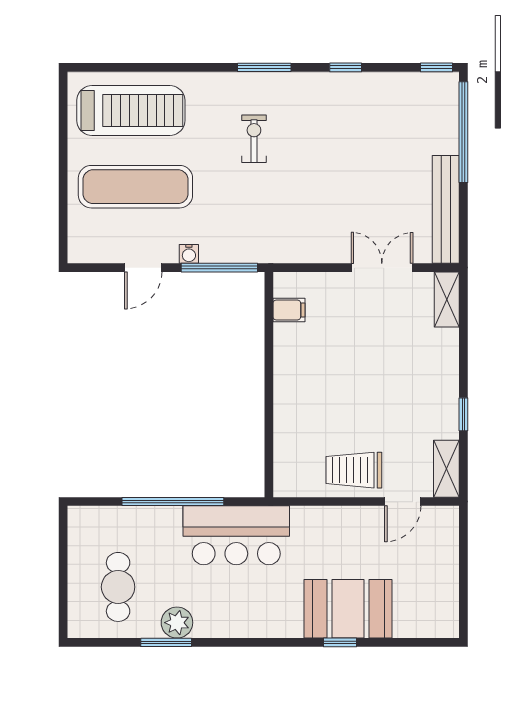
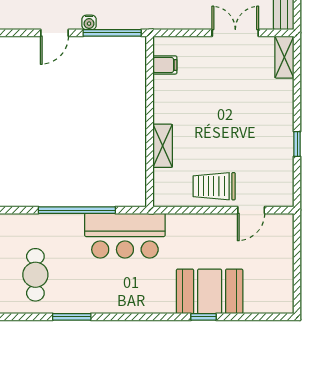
shelving: (446, 469) -> (163, 146), moved
plant: (177, 623) -> (80, 302), removed

